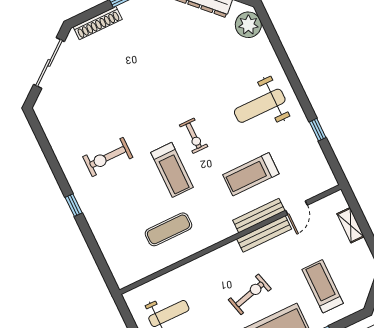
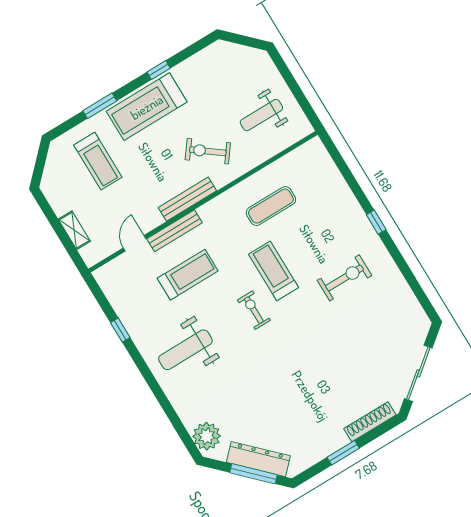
weight bench: (260, 106) -> (185, 350), turned 180
bench: (264, 234) -> (187, 199), moved
exercise bike: (250, 294) -> (208, 151), moved, turned 52

